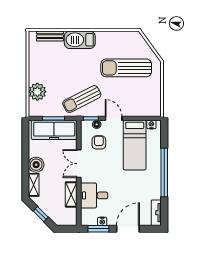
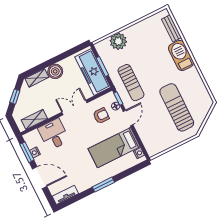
sun lounger: (82, 99) -> (131, 83), turned -153
window: (164, 172) -> (103, 185), width x0.47
shelving: (71, 194) -> (34, 119), moved

